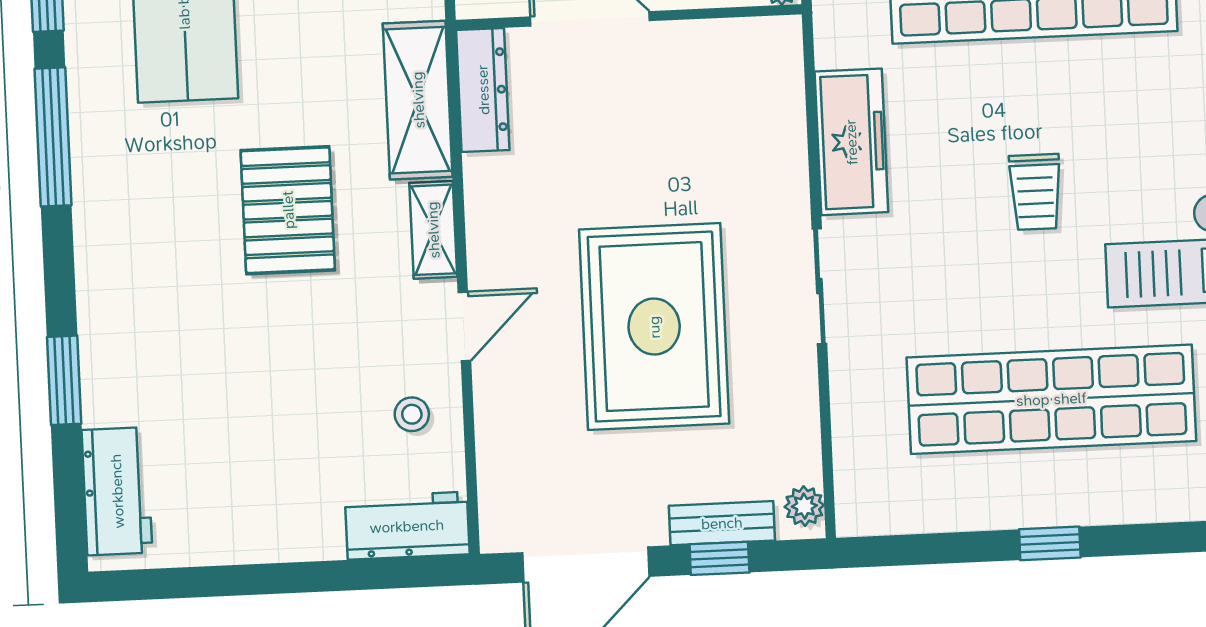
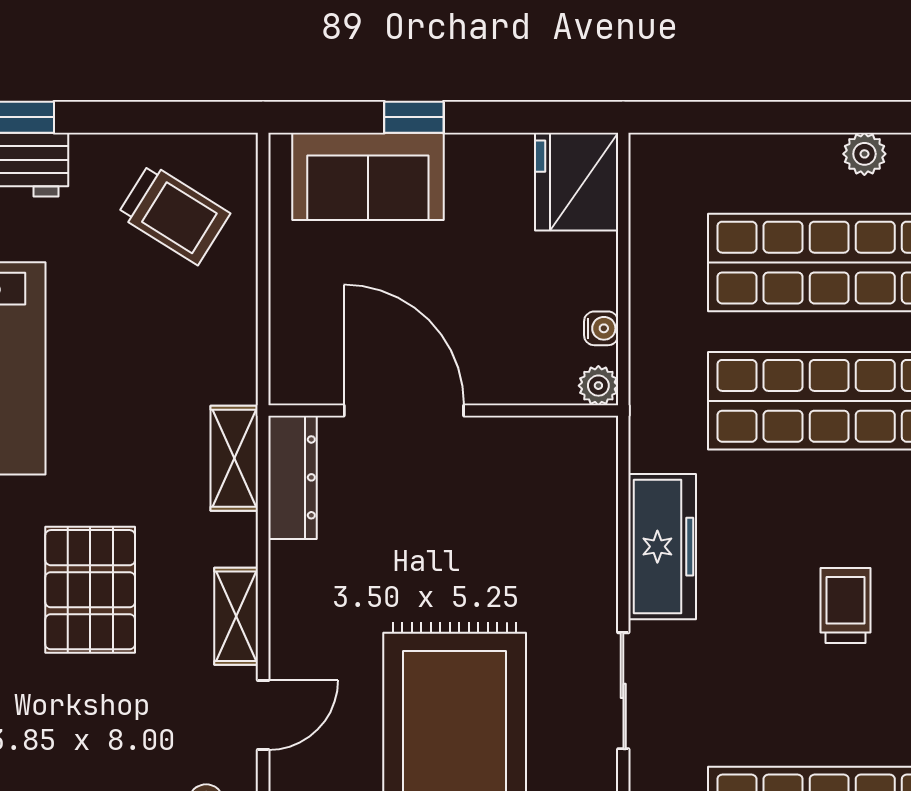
shelving: (418, 100) -> (234, 458), width x0.67, depth x0.75
trolley: (1035, 192) -> (845, 606), turned 180

